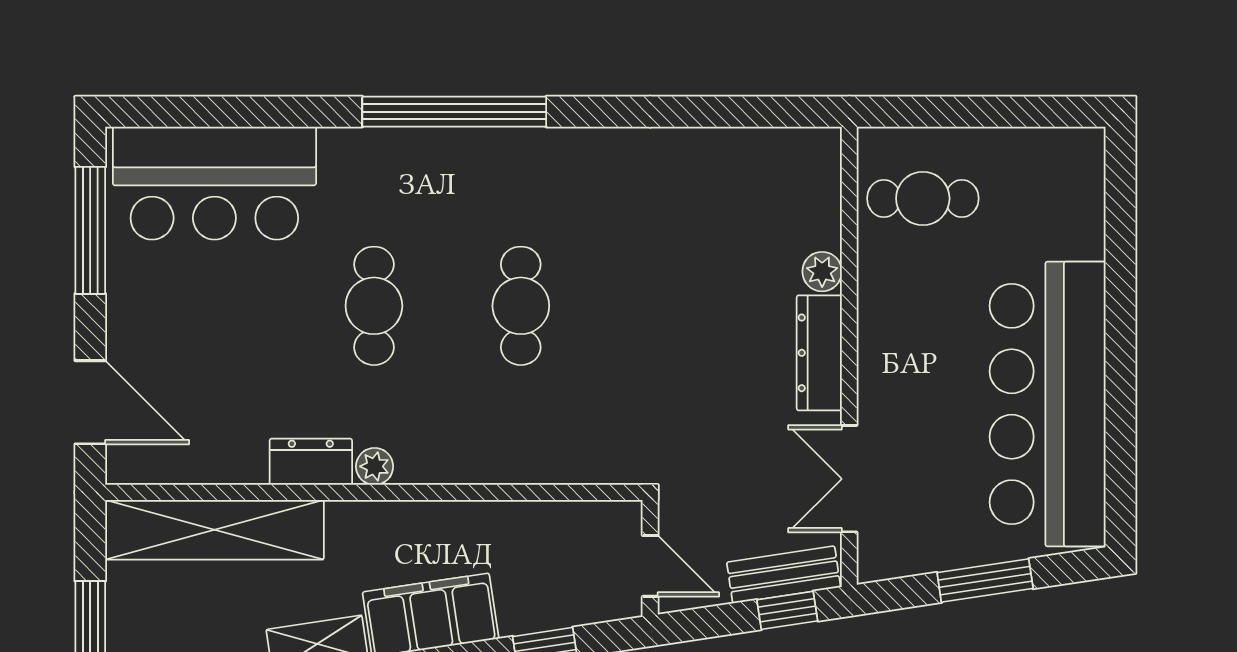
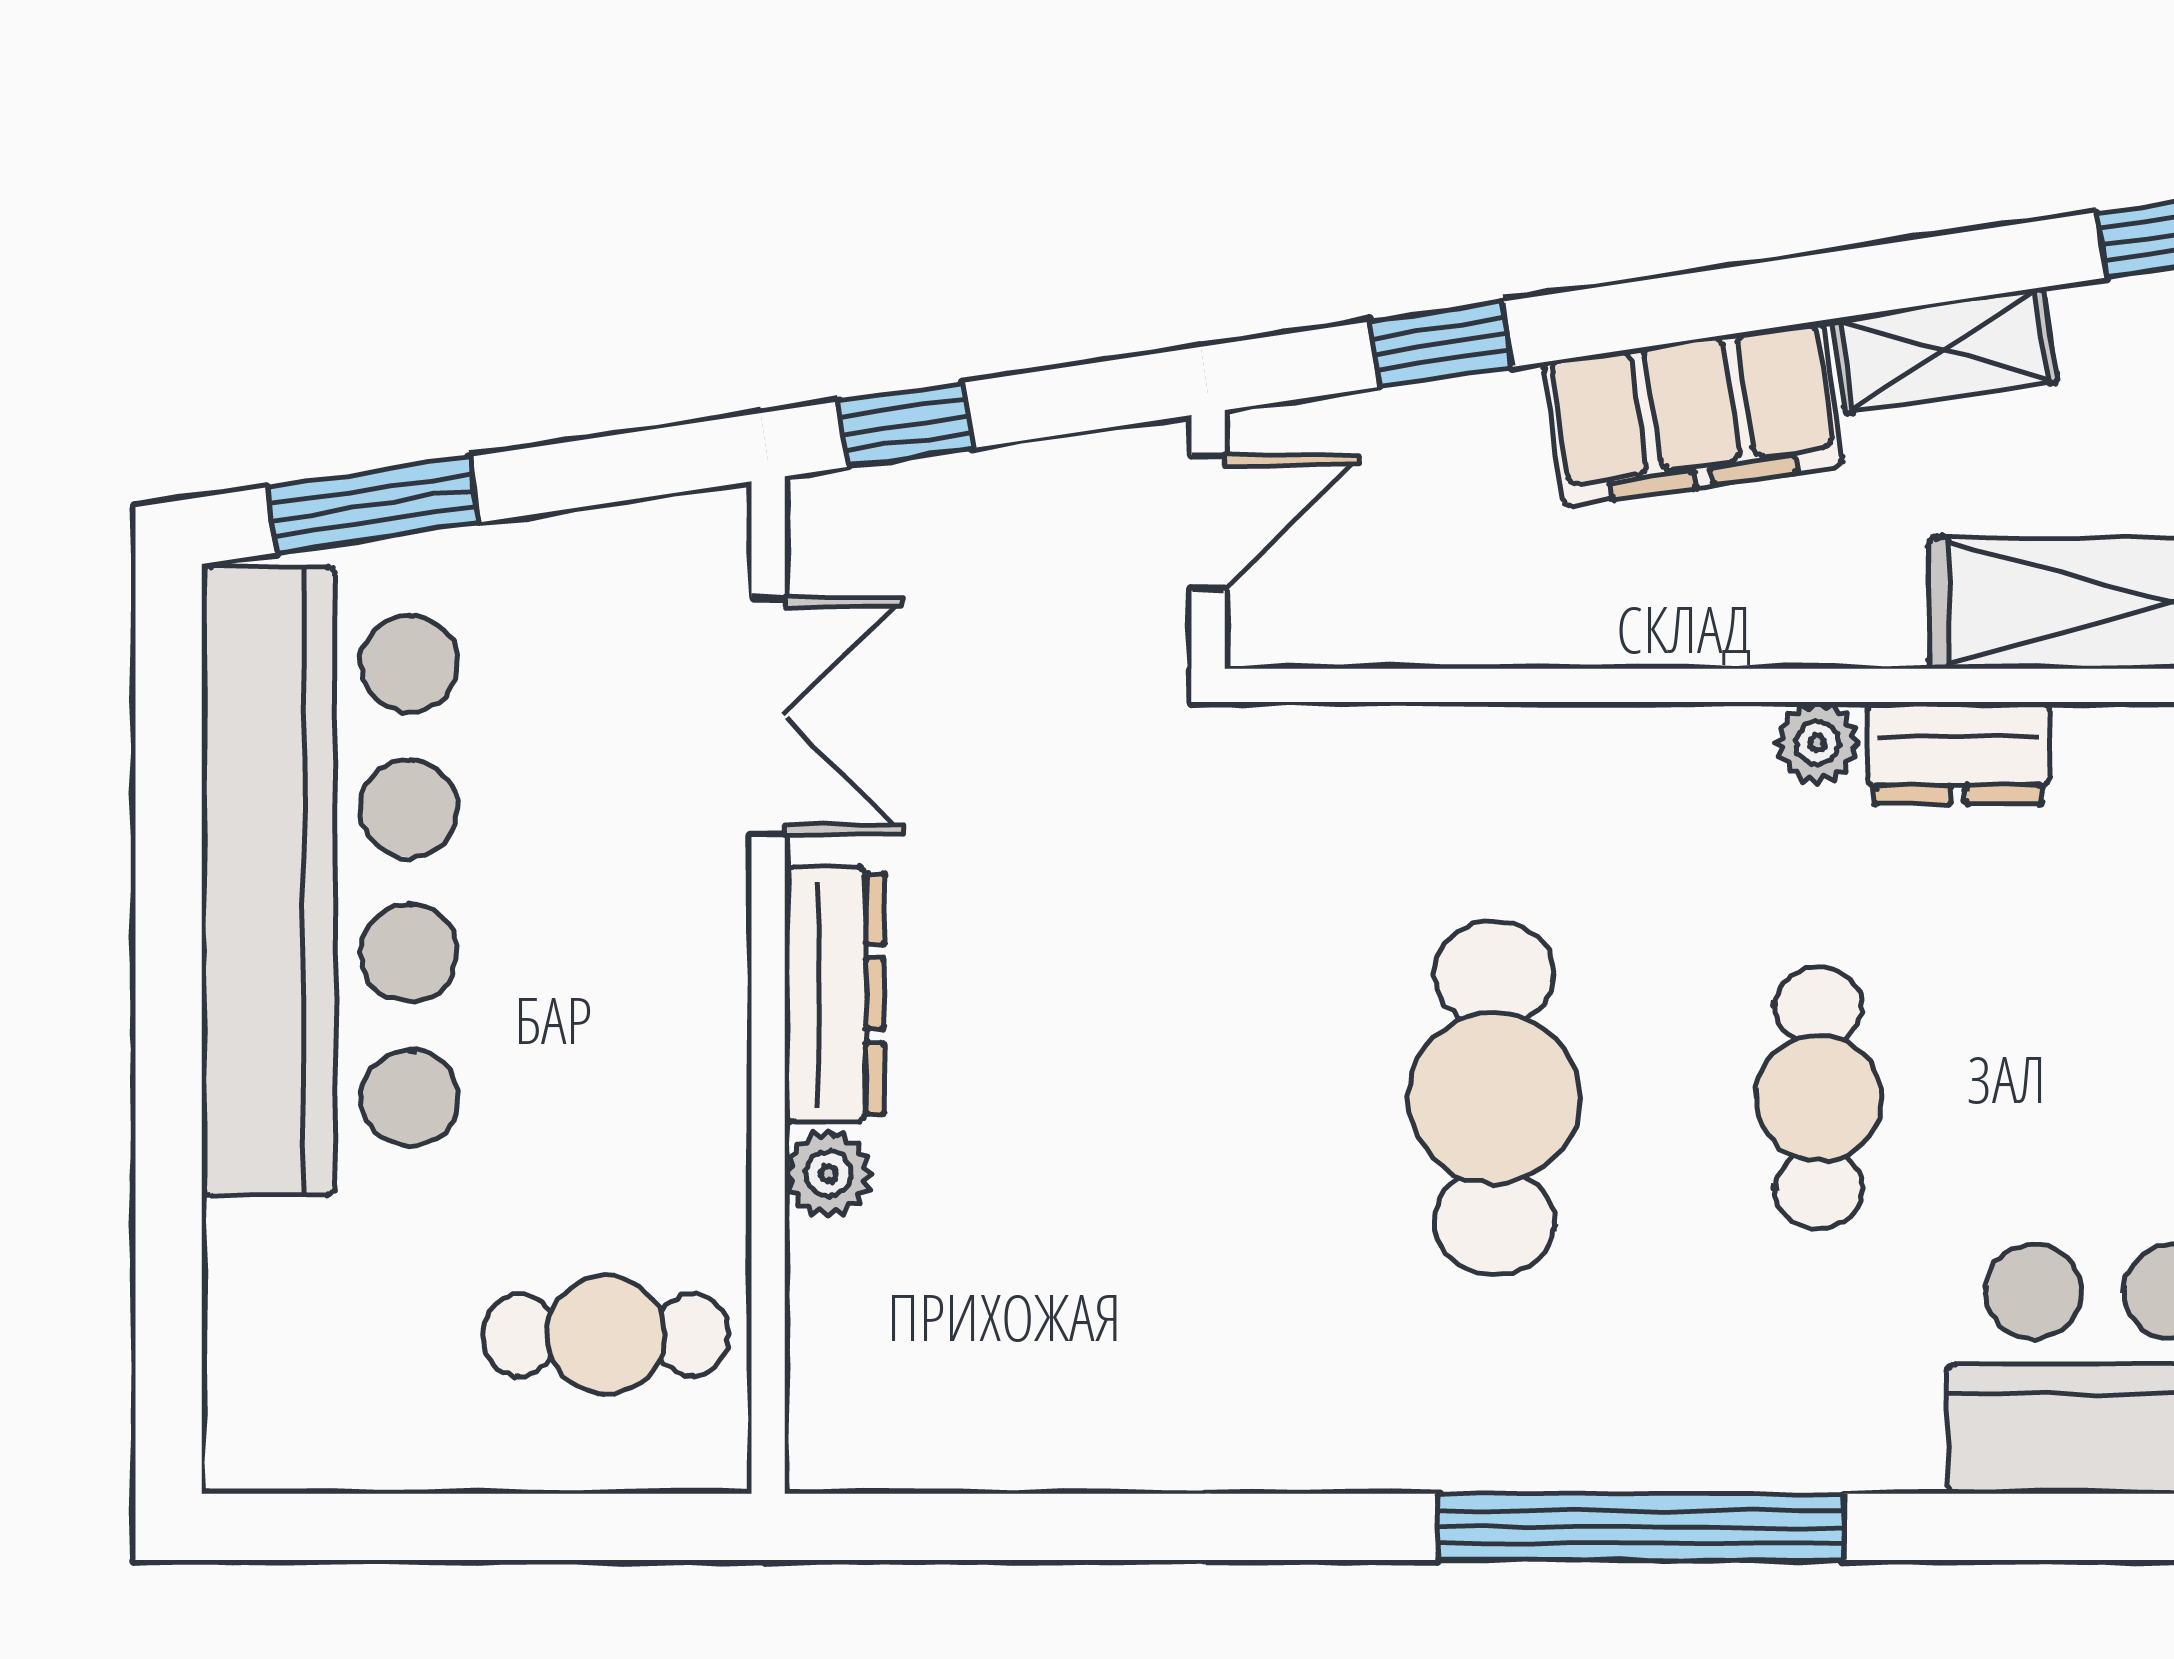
cafe table: (521, 306) -> (1494, 1098), width x1.37, depth x1.35
door: (650, 566) -> (1208, 523), swing flipped
bench: (784, 575) -> (913, 504), removed
window: (985, 581) -> (373, 505), moved

